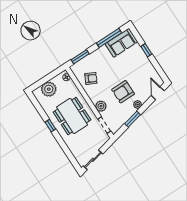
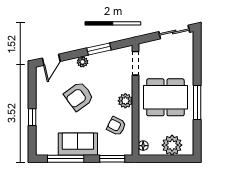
sofa: (121, 43) -> (78, 144), moved
armchair: (123, 92) -> (79, 96), moved, turned 144
plant: (101, 106) -> (125, 101), moved
dining table: (72, 116) -> (165, 97), turned 90
window: (50, 126) -> (197, 103), width x2.17

